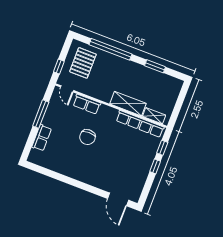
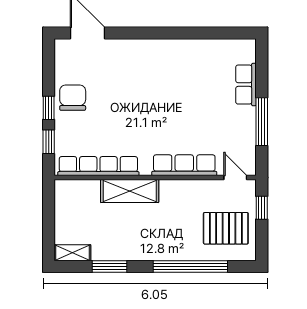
pallet: (83, 63) -> (226, 228), turned 90
row of seats: (87, 104) -> (184, 165), width x1.48
shelving: (154, 116) -> (72, 253), moved
chair: (87, 137) -> (73, 98), moved

